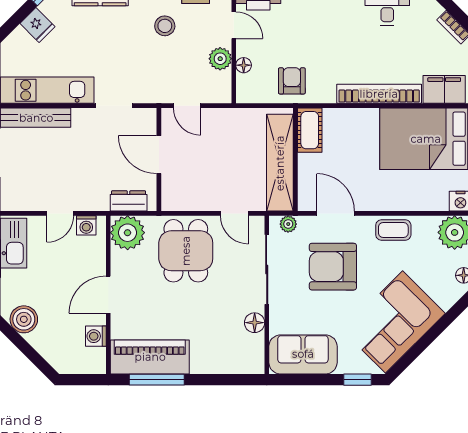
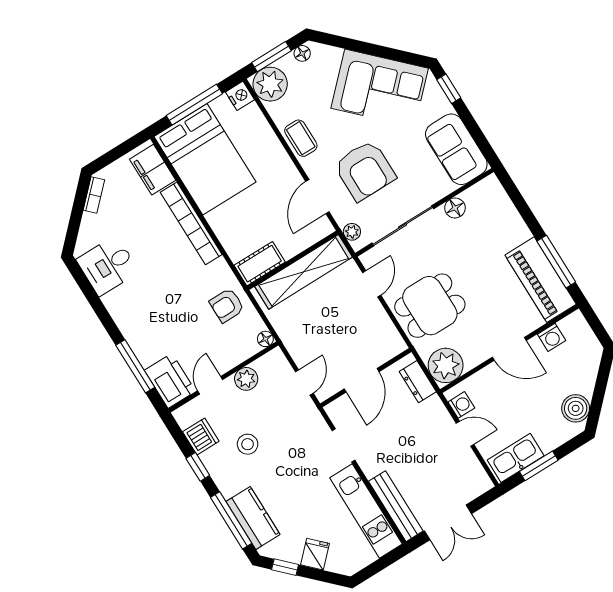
floor lamp: (244, 65) -> (265, 339), moved

